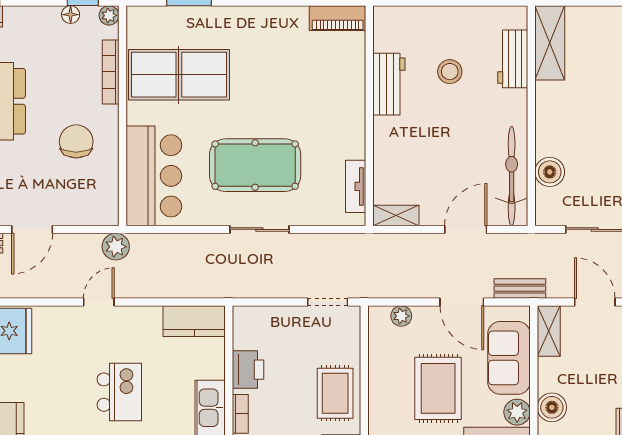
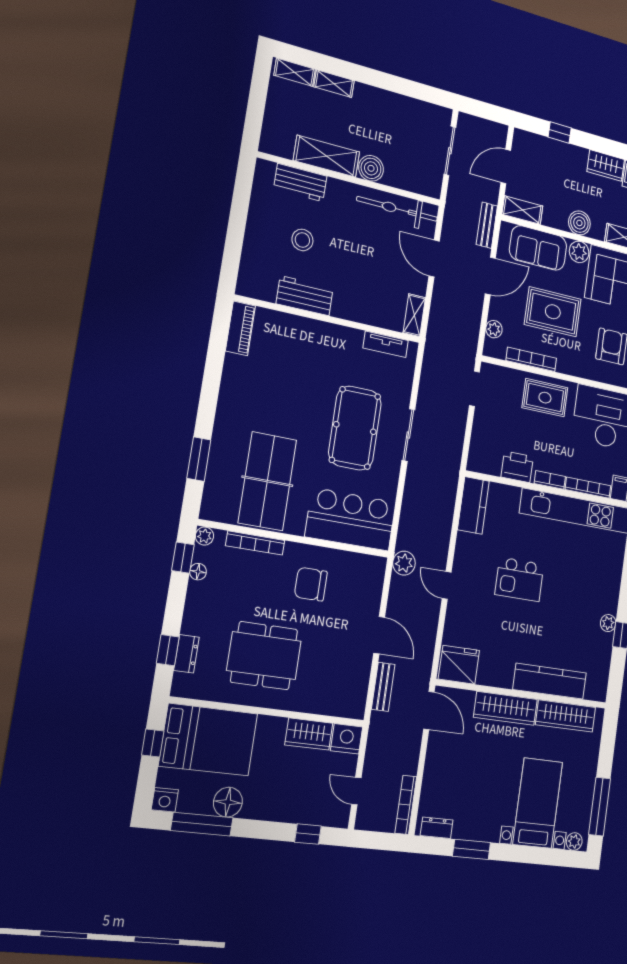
shelving: (550, 43) -> (326, 156), moved
boiler: (550, 172) -> (371, 168), moved
bookcase: (376, 369) -> (531, 359), added
kitchen island: (119, 392) -> (519, 579), turned 180

